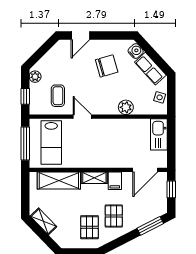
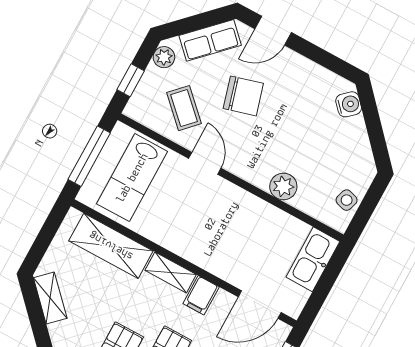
chair: (107, 66) -> (243, 96), moved
row of seats: (150, 69) -> (210, 40), moved, turned -92
coffee table: (58, 96) -> (184, 108), turned -46

